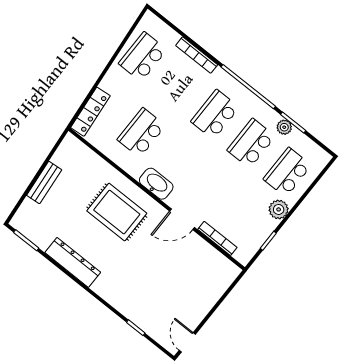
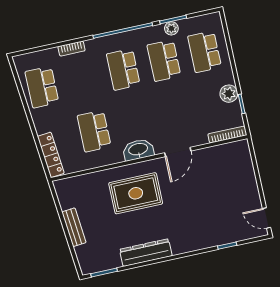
bookcase: (197, 55) -> (71, 49), width x0.64
plant: (279, 209) -> (229, 94), moved
bookcase: (217, 238) -> (227, 135), moved

